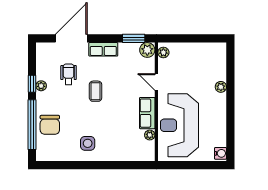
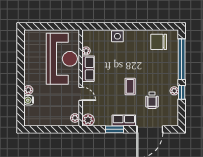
window: (134, 38) -> (114, 129), moved
chair: (50, 125) -> (159, 42), moved, turned -90
side table: (88, 143) -> (117, 36), moved
water cooler: (220, 153) -> (29, 100), moved

